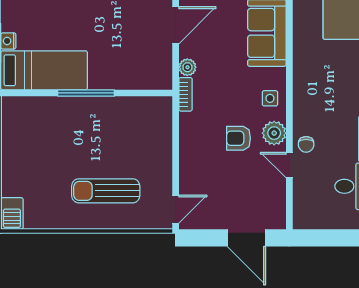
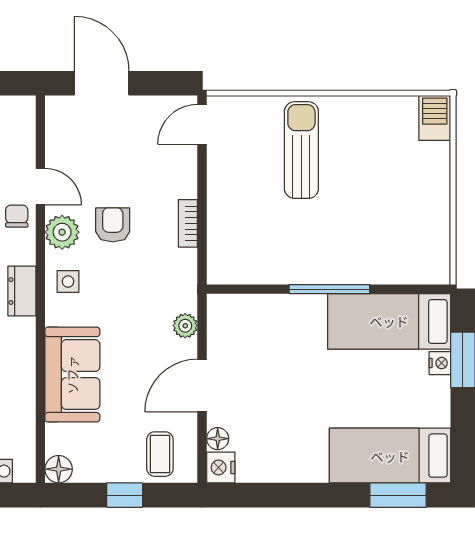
dresser: (302, 92) -> (22, 291), added
bookcase: (186, 94) -> (188, 223), moved
armchair: (239, 138) -> (113, 225), turned -90
sun lounger: (106, 191) -> (301, 150), turned -90

